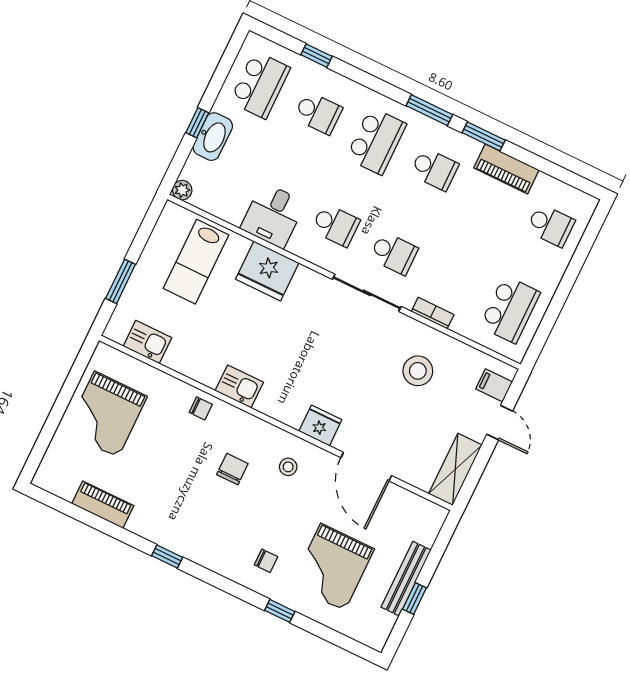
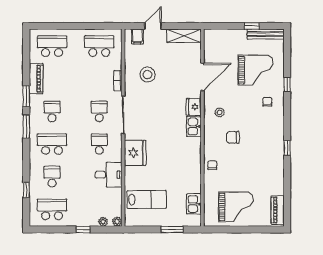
washbasin: (213, 137) -> (86, 219), removed
plant: (194, 165) -> (103, 222), added
school desk: (551, 225) -> (52, 46), width x1.85
fridge: (267, 271) -> (135, 153), moved
kitchen sink: (239, 386) -> (194, 127), moved
piano: (103, 505) -> (278, 210), moved
bench: (406, 579) -> (266, 34), moved

